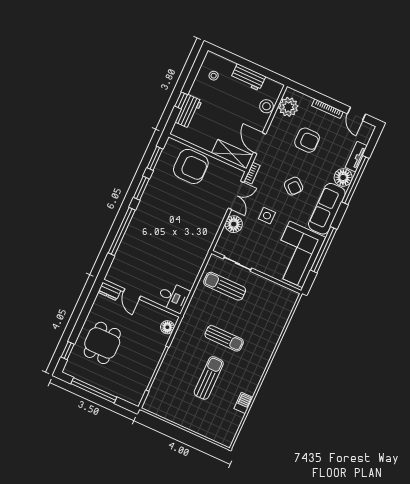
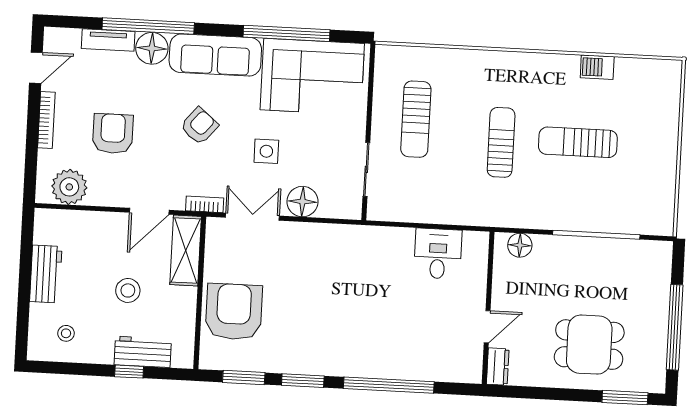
stool: (266, 106) -> (128, 290), moved
sun lounger: (225, 286) -> (416, 119), moved
desk: (173, 297) -> (438, 254), moved
window: (68, 351) -> (625, 398), width x1.50

